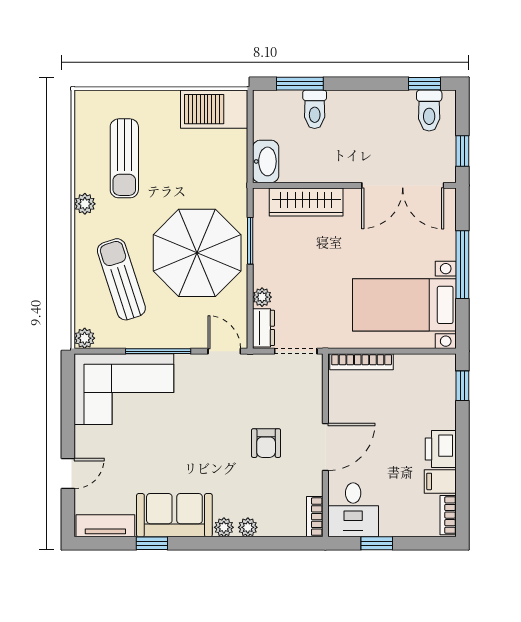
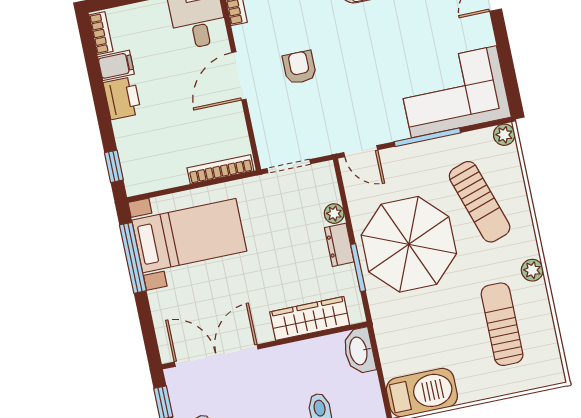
window: (462, 265) -> (133, 258), moved
dresser: (263, 328) -> (339, 245), moved

